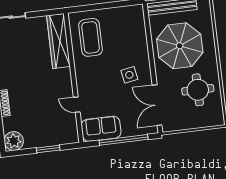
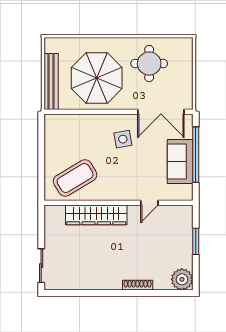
coffee table: (91, 37) -> (75, 178), turned -31
wardrobe: (58, 41) -> (96, 215), moved
sofa: (101, 129) -> (180, 161), moved

